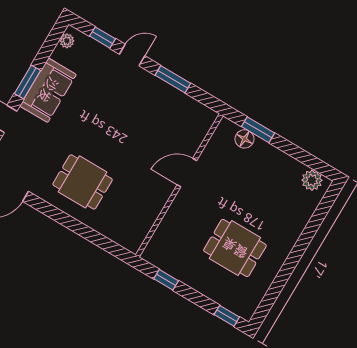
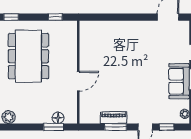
piano: (168, 94) -> (114, 118), added
dining table: (83, 182) -> (131, 43), removed
dining table: (235, 248) -> (28, 56), width x1.88, depth x1.24

